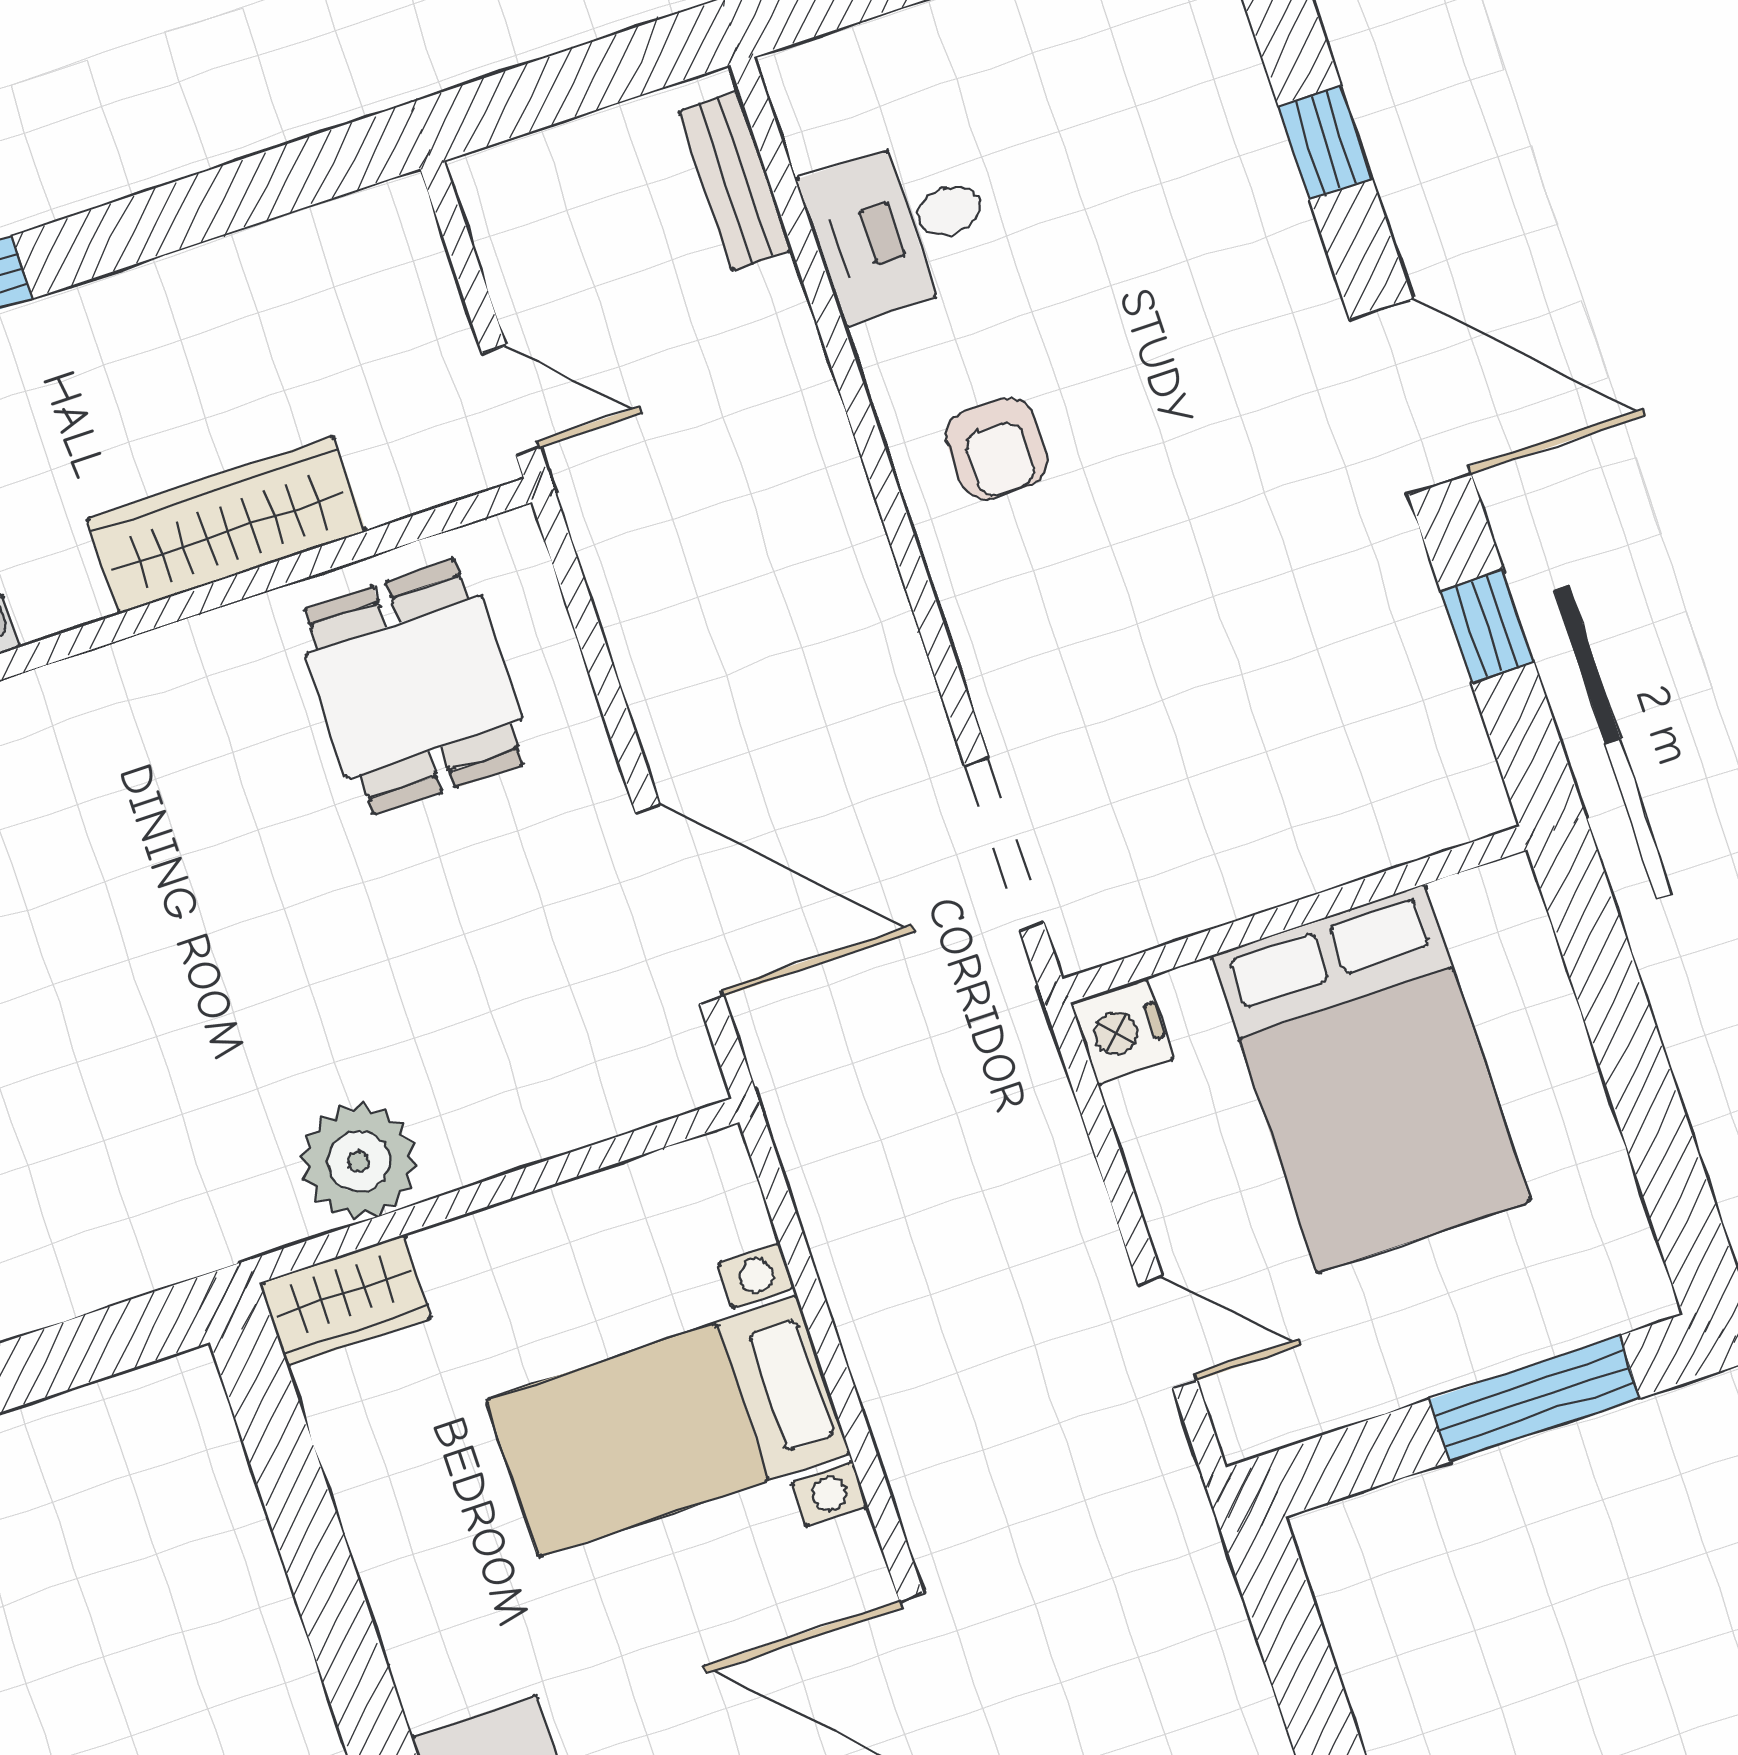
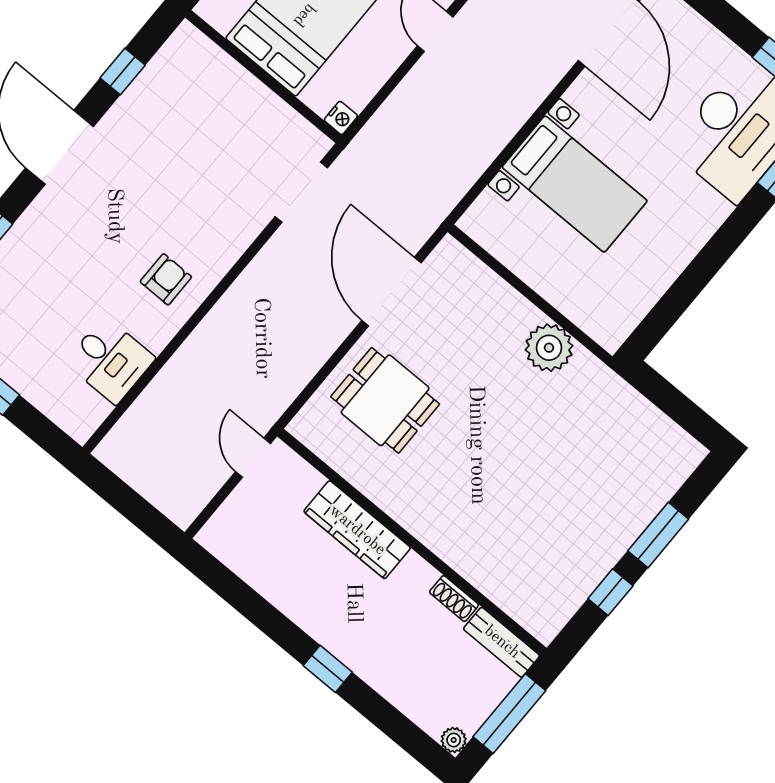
bench: (735, 181) -> (129, 427), removed
dining table: (414, 687) -> (385, 400), moved, turned 90
nightstand: (1122, 1031) -> (341, 118), width x0.72, depth x0.74
wardrobe: (345, 1300) -> (600, 323), removed

